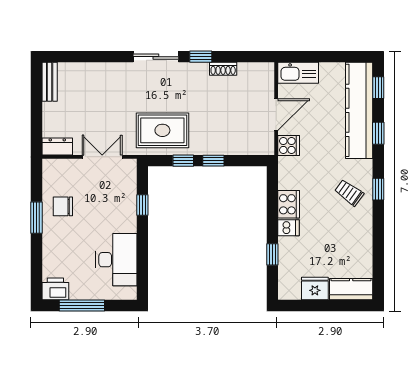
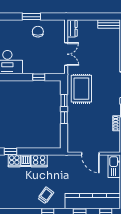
cooker: (289, 145) -> (14, 161), moved

